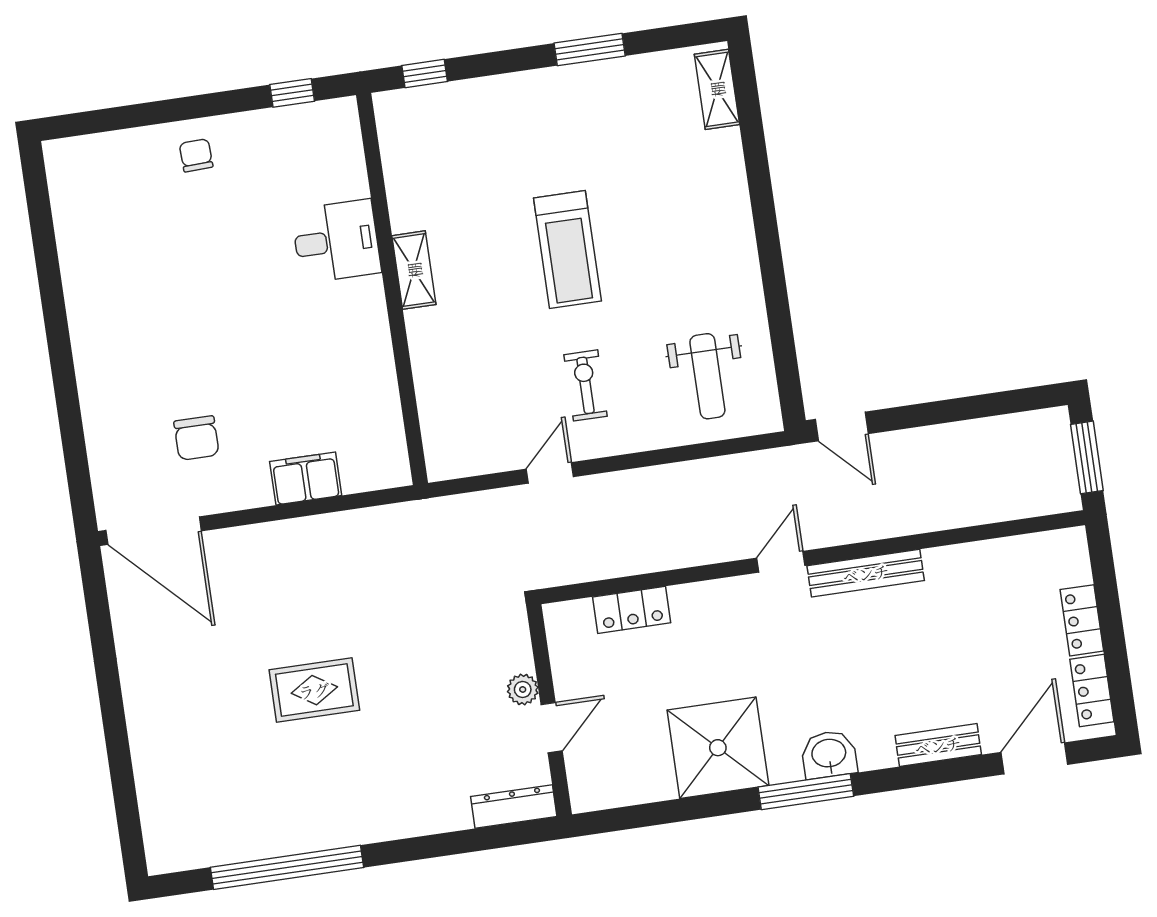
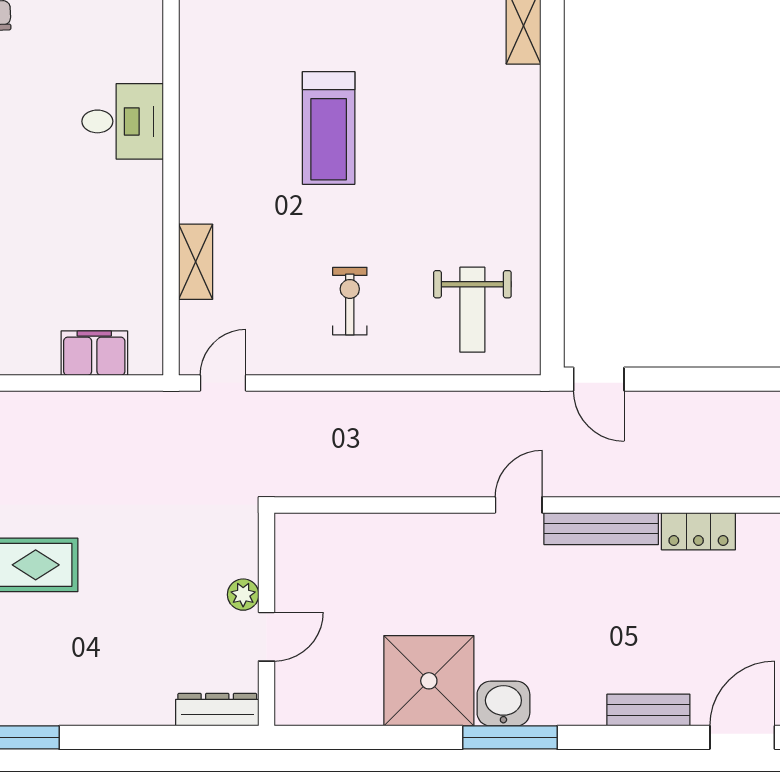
treadmill: (567, 249) -> (329, 128), moved
shelving: (414, 270) -> (196, 262), moved
door: (550, 473) -> (223, 383), moved
filing cabinet: (306, 478) -> (94, 353), moved
locker: (632, 610) -> (698, 531), moved
washbasin: (829, 754) -> (503, 704), moved

